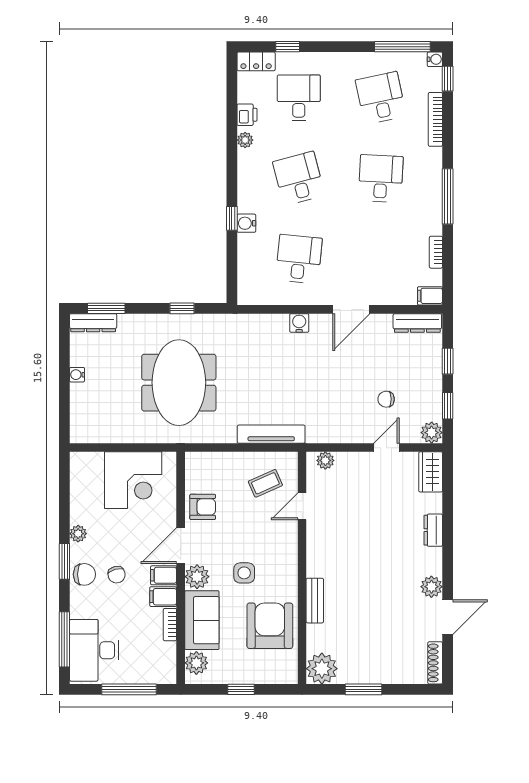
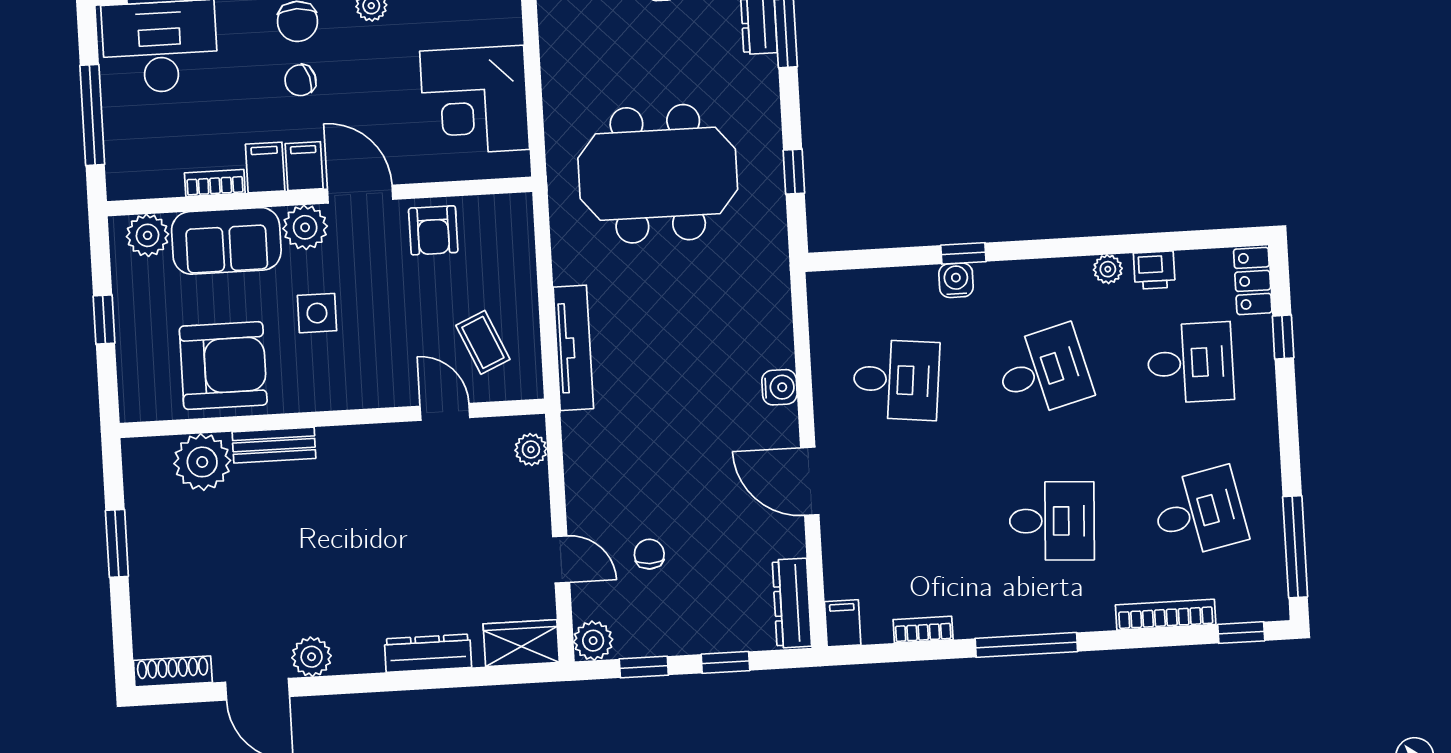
water cooler: (435, 59) -> (1275, 607), removed
dresser: (433, 530) -> (428, 653), width x1.44
plant: (322, 669) -> (202, 462), moved

